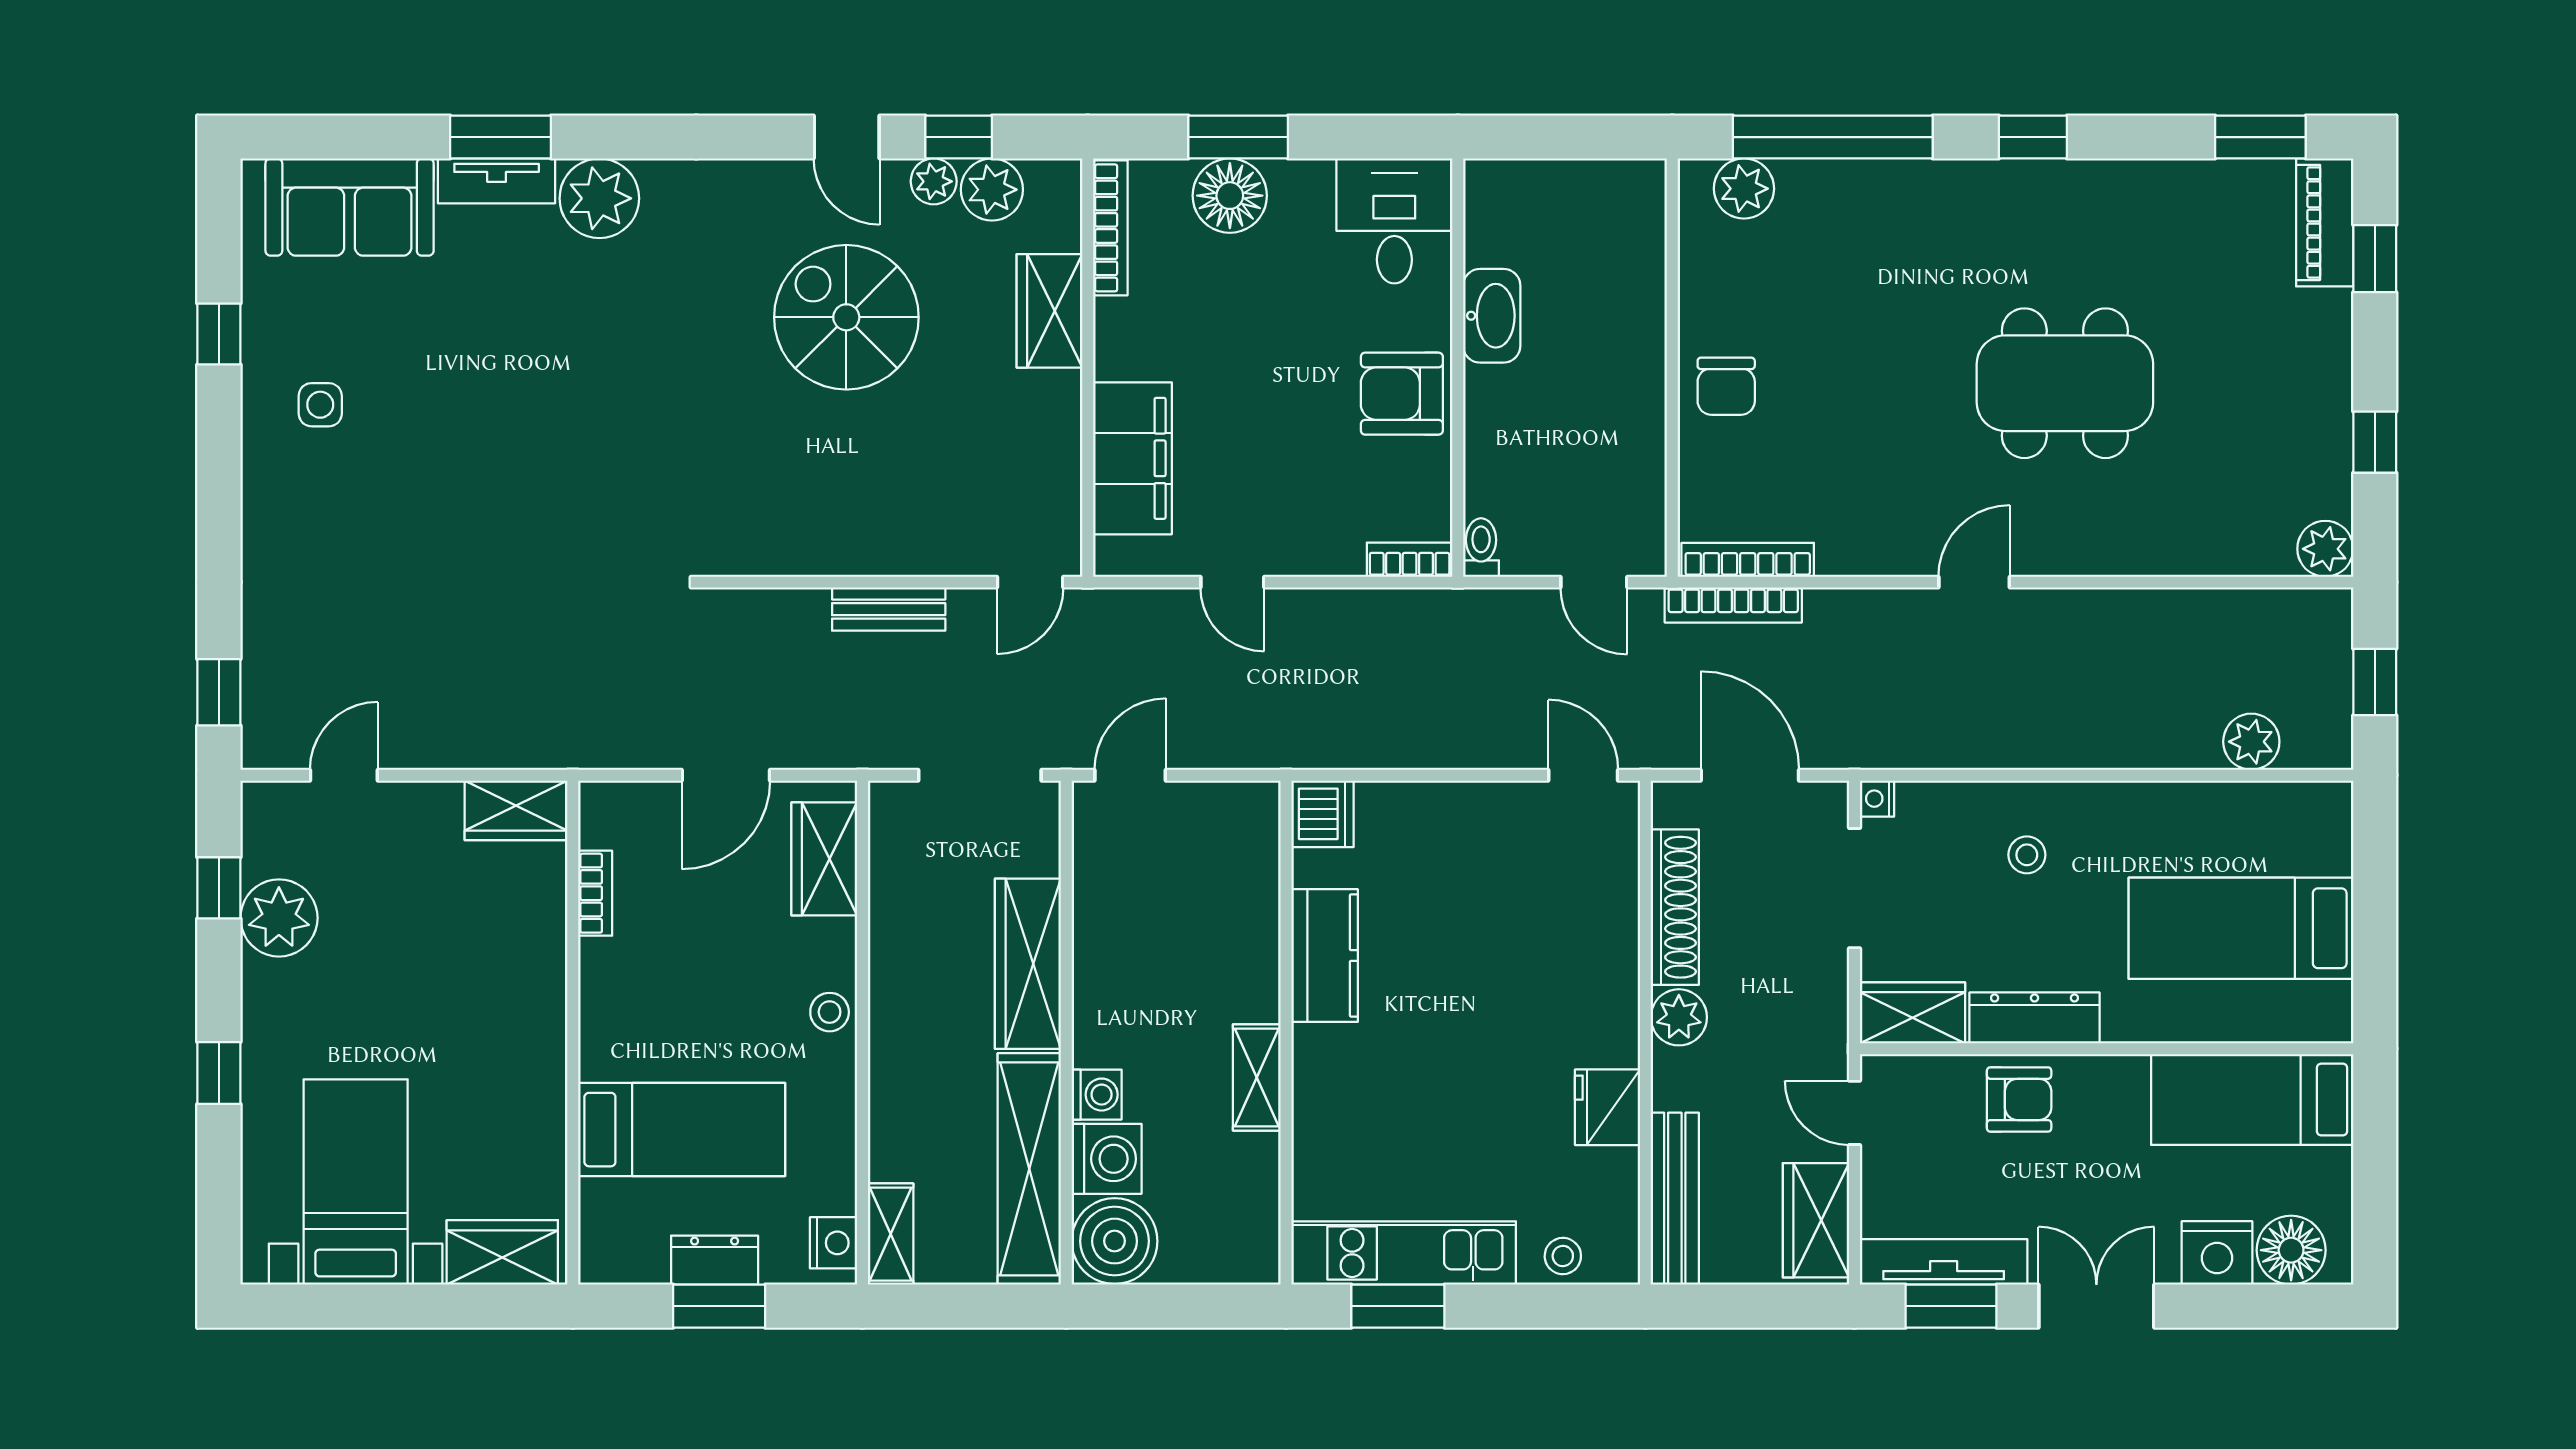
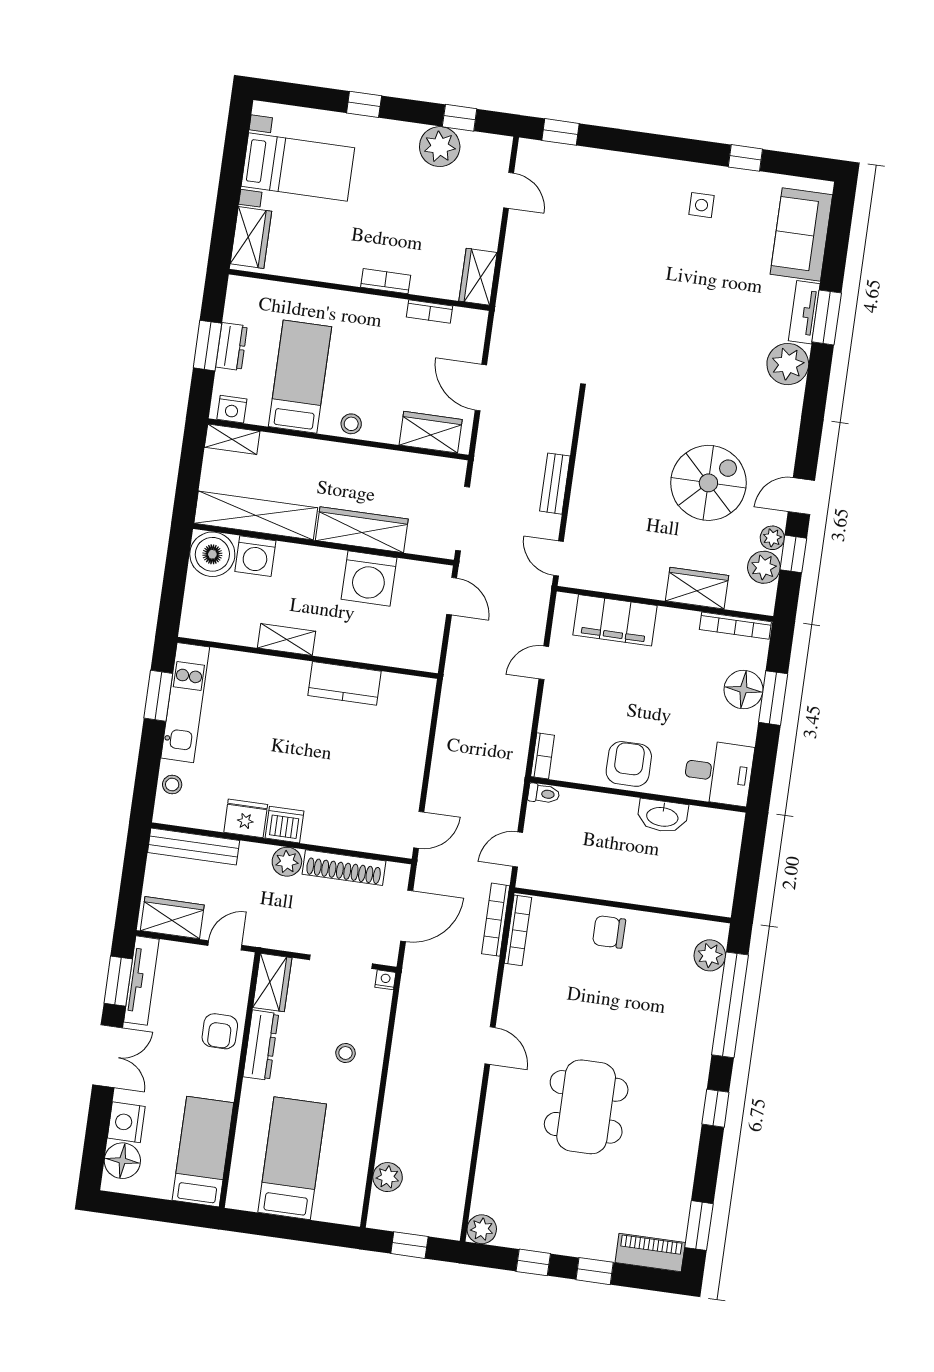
window: (2375, 259) -> (595, 1271), moved
dishwasher: (1323, 814) -> (284, 825), moved, turned 180
bookcase: (549, 985) -> (386, 281), added
washing machine: (1097, 1095) -> (369, 579), moved, width x1.89, depth x1.89
bed: (682, 1130) -> (300, 377), moved, turned 180

